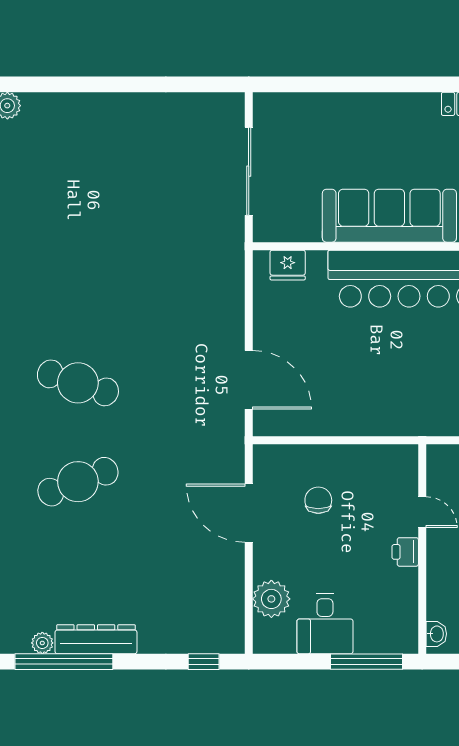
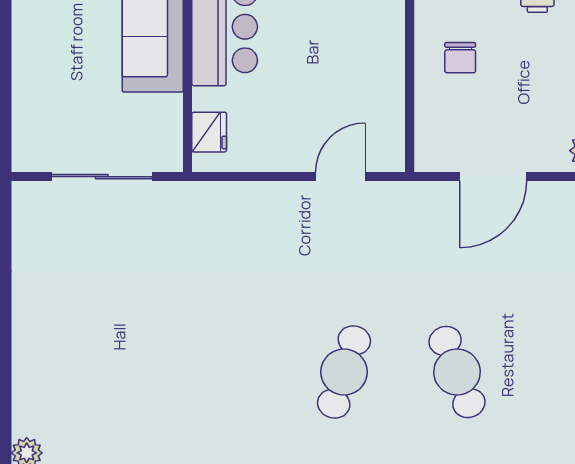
door: (249, 380) -> (340, 177), width x0.73
chair: (318, 500) -> (460, 58), moved, turned -90

